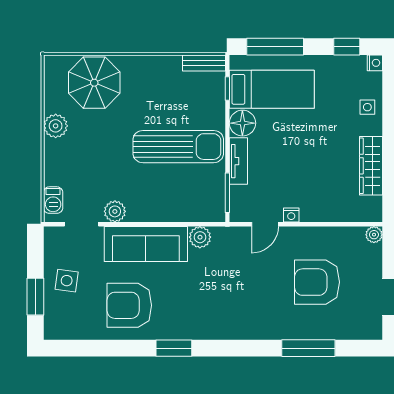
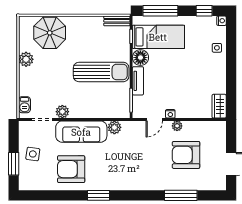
wardrobe: (371, 166) -> (219, 106), moved, width x0.67
plant: (374, 235) -> (177, 126), moved

